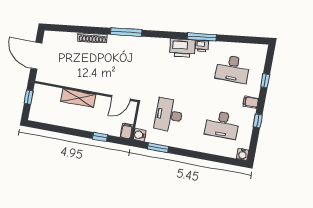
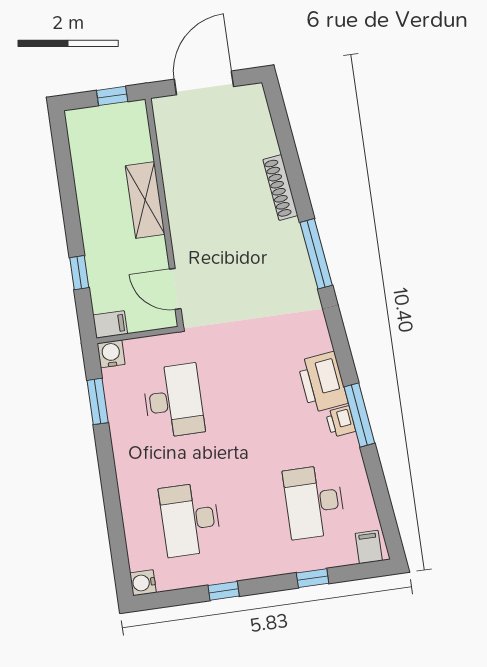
filing cabinet: (251, 102) -> (369, 547), moved
desk: (169, 115) -> (173, 401), turned 90

